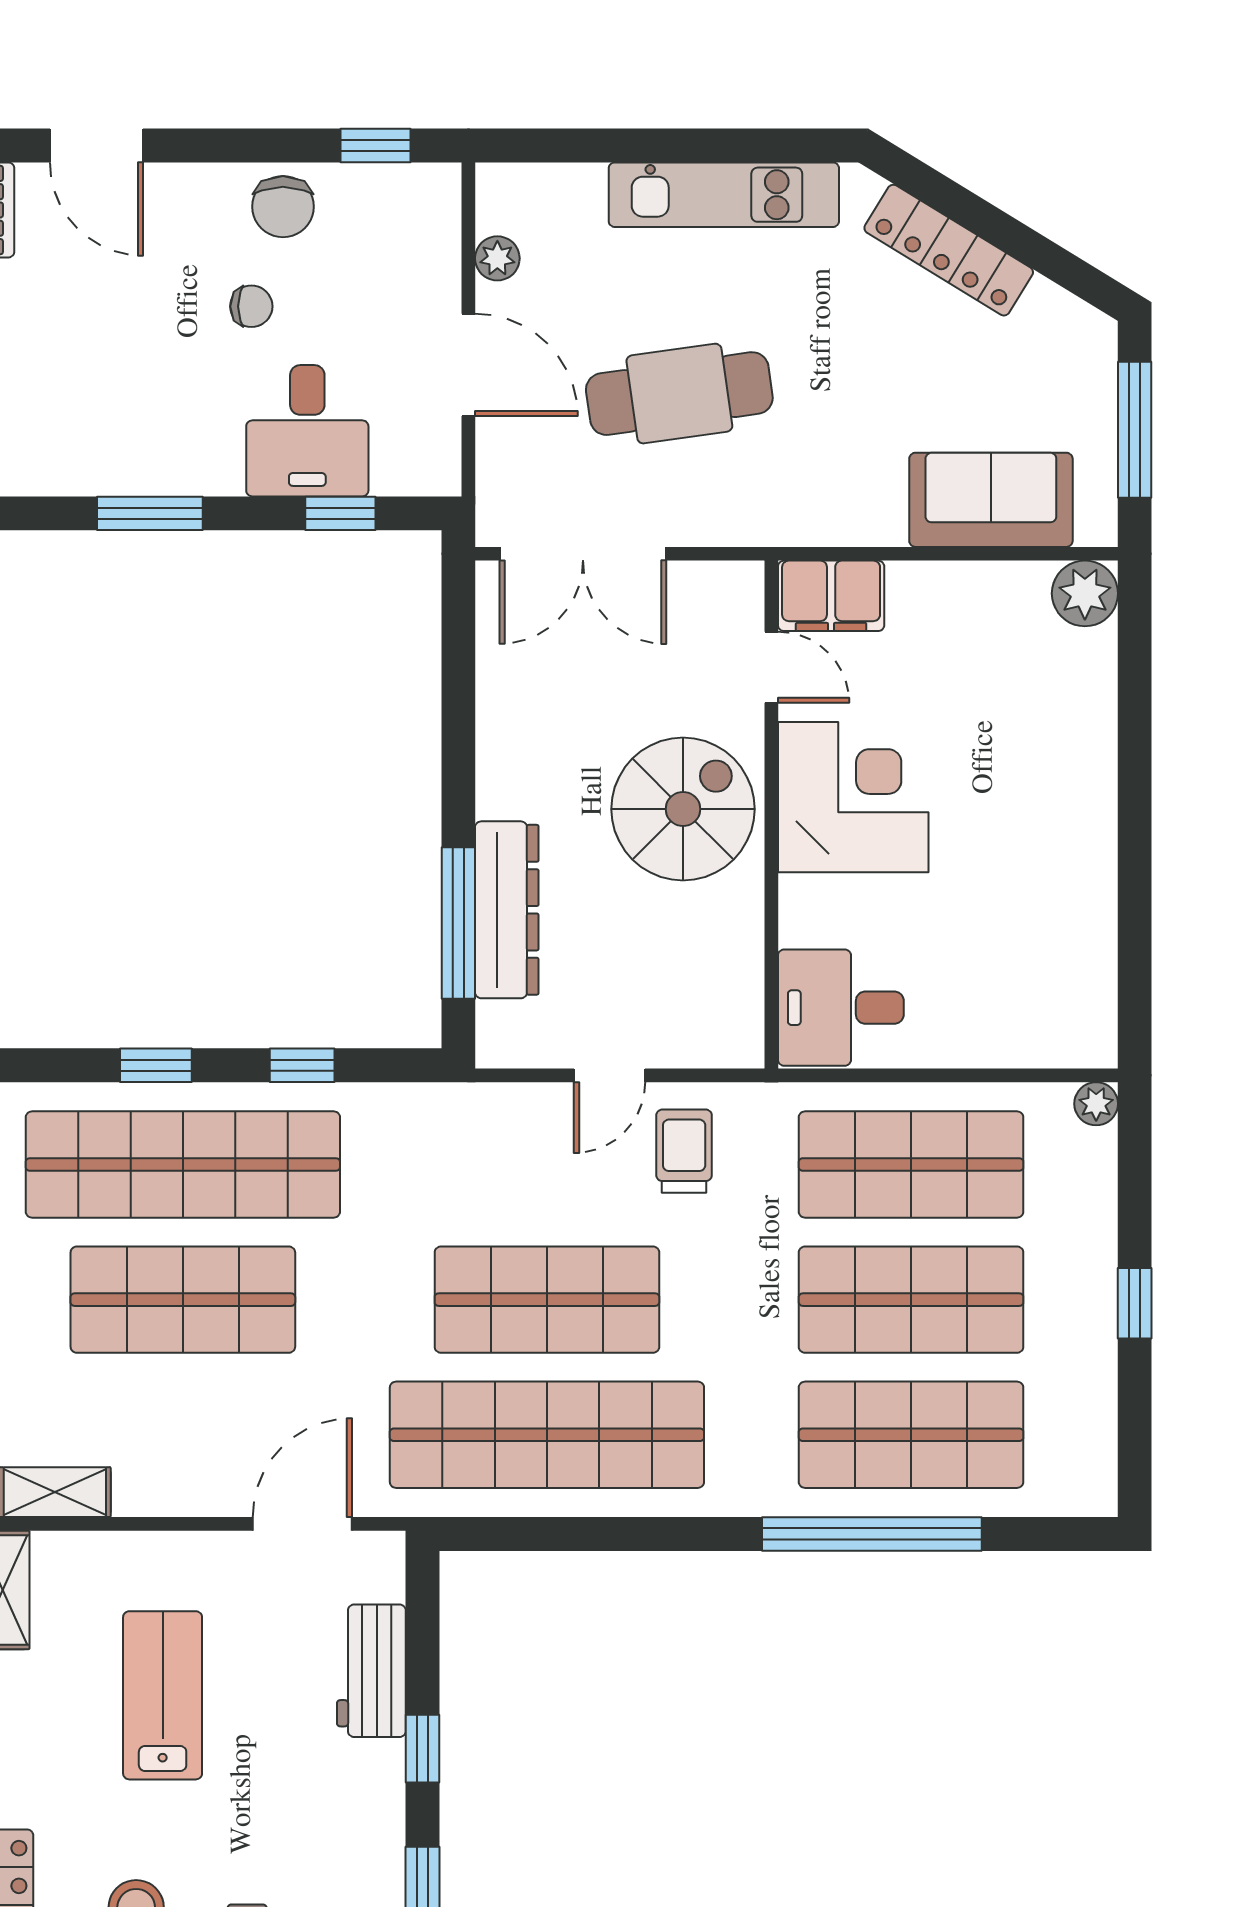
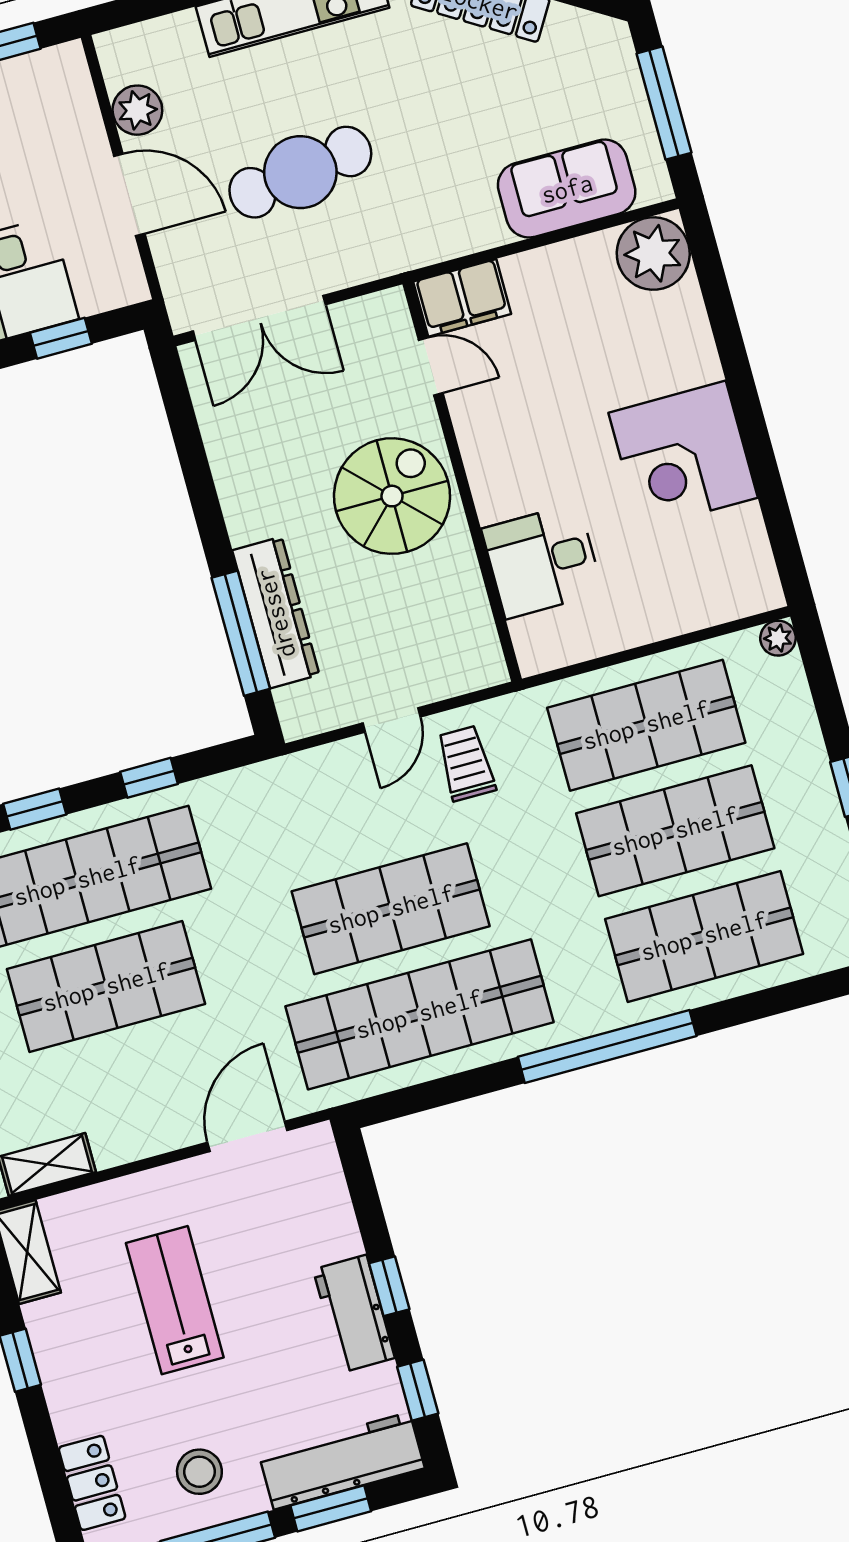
plant: (497, 258) -> (137, 110), width x1.38, depth x1.38
plant: (1085, 593) -> (653, 254), width x1.36, depth x1.36
corner desk: (853, 797) -> (683, 455), moved, turned 180
desk: (841, 1008) -> (542, 561), moved
window: (872, 1534) -> (607, 1046), moved
workbench: (371, 1671) -> (354, 1314), moved

